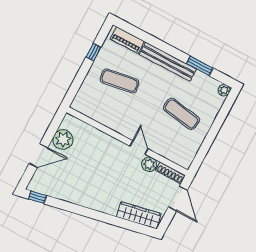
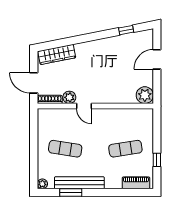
bench: (168, 62) -> (79, 183), moved
plant: (63, 140) -> (145, 95), moved
window: (37, 197) -> (126, 30), moved

